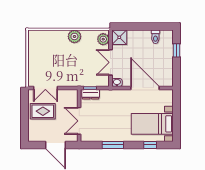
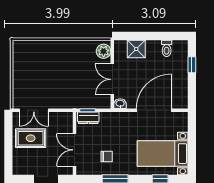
plant: (74, 36) -> (69, 48), removed
shower: (119, 37) -> (136, 49), moved
door: (145, 88) -> (154, 110), hinge flipped
chair: (106, 126) -> (107, 157), added

